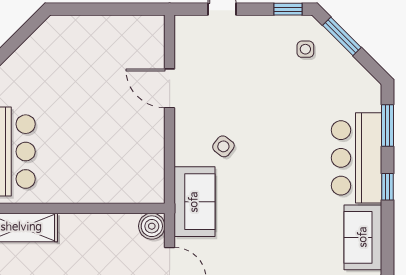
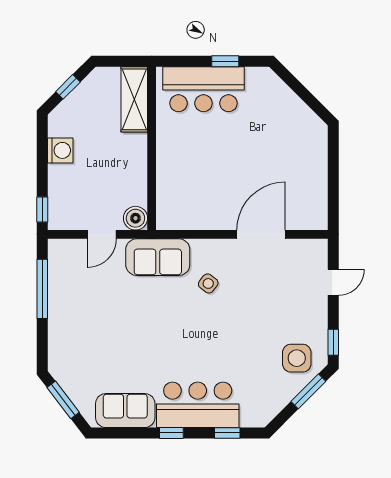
side table: (305, 49) -> (297, 358), width x1.87, depth x1.87
door: (170, 88) -> (261, 234), width x1.36
window: (387, 125) -> (227, 433), width x0.67

